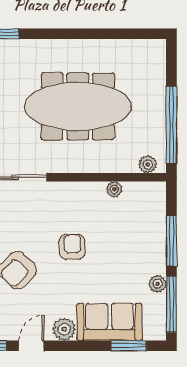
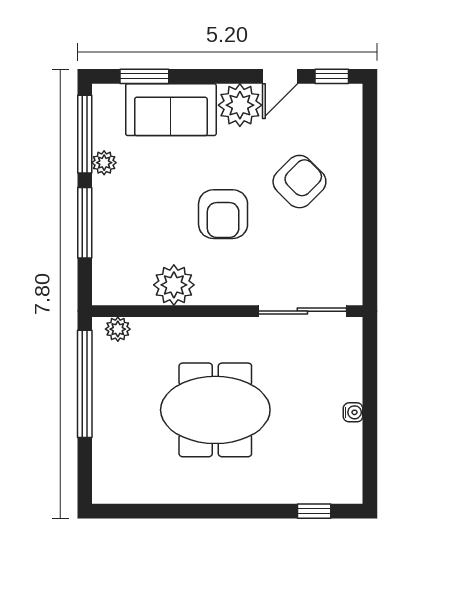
meeting table: (78, 106) -> (215, 410), width x0.73
plant: (114, 189) -> (174, 285), width x1.88, depth x1.88
armchair: (72, 247) -> (223, 214), width x1.38, depth x1.38
plant: (64, 329) -> (240, 105), width x1.36, depth x1.36

